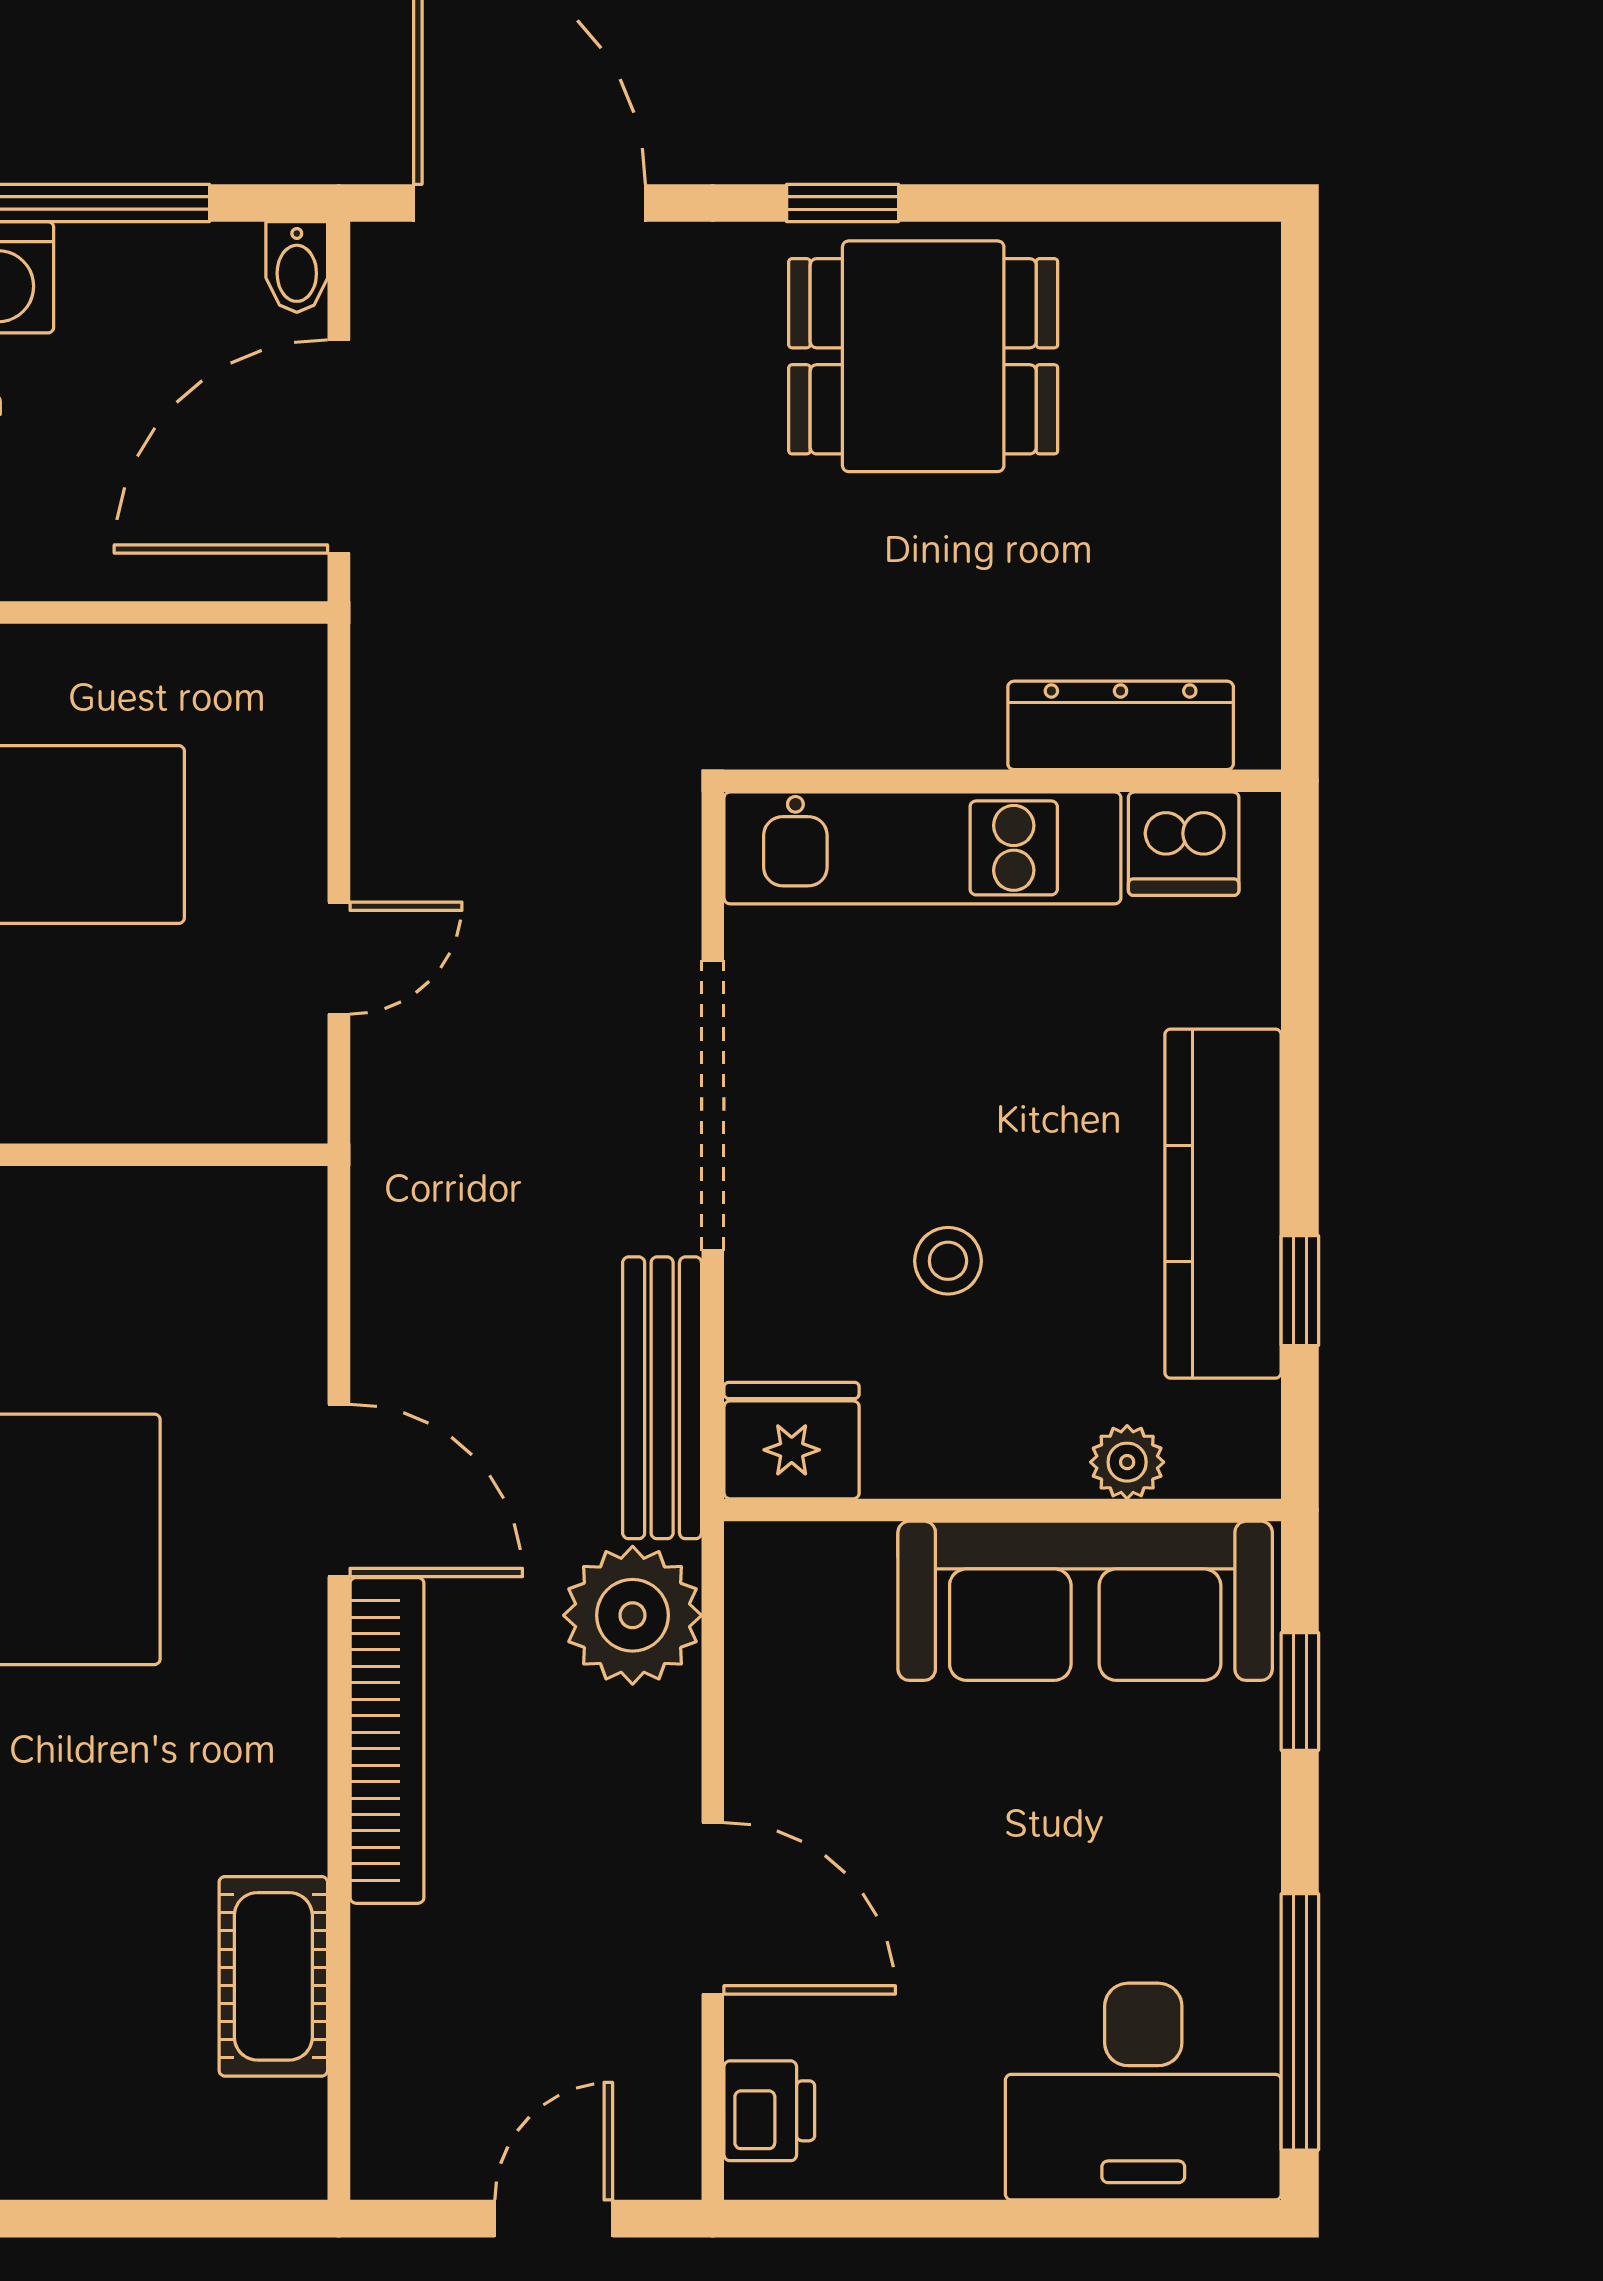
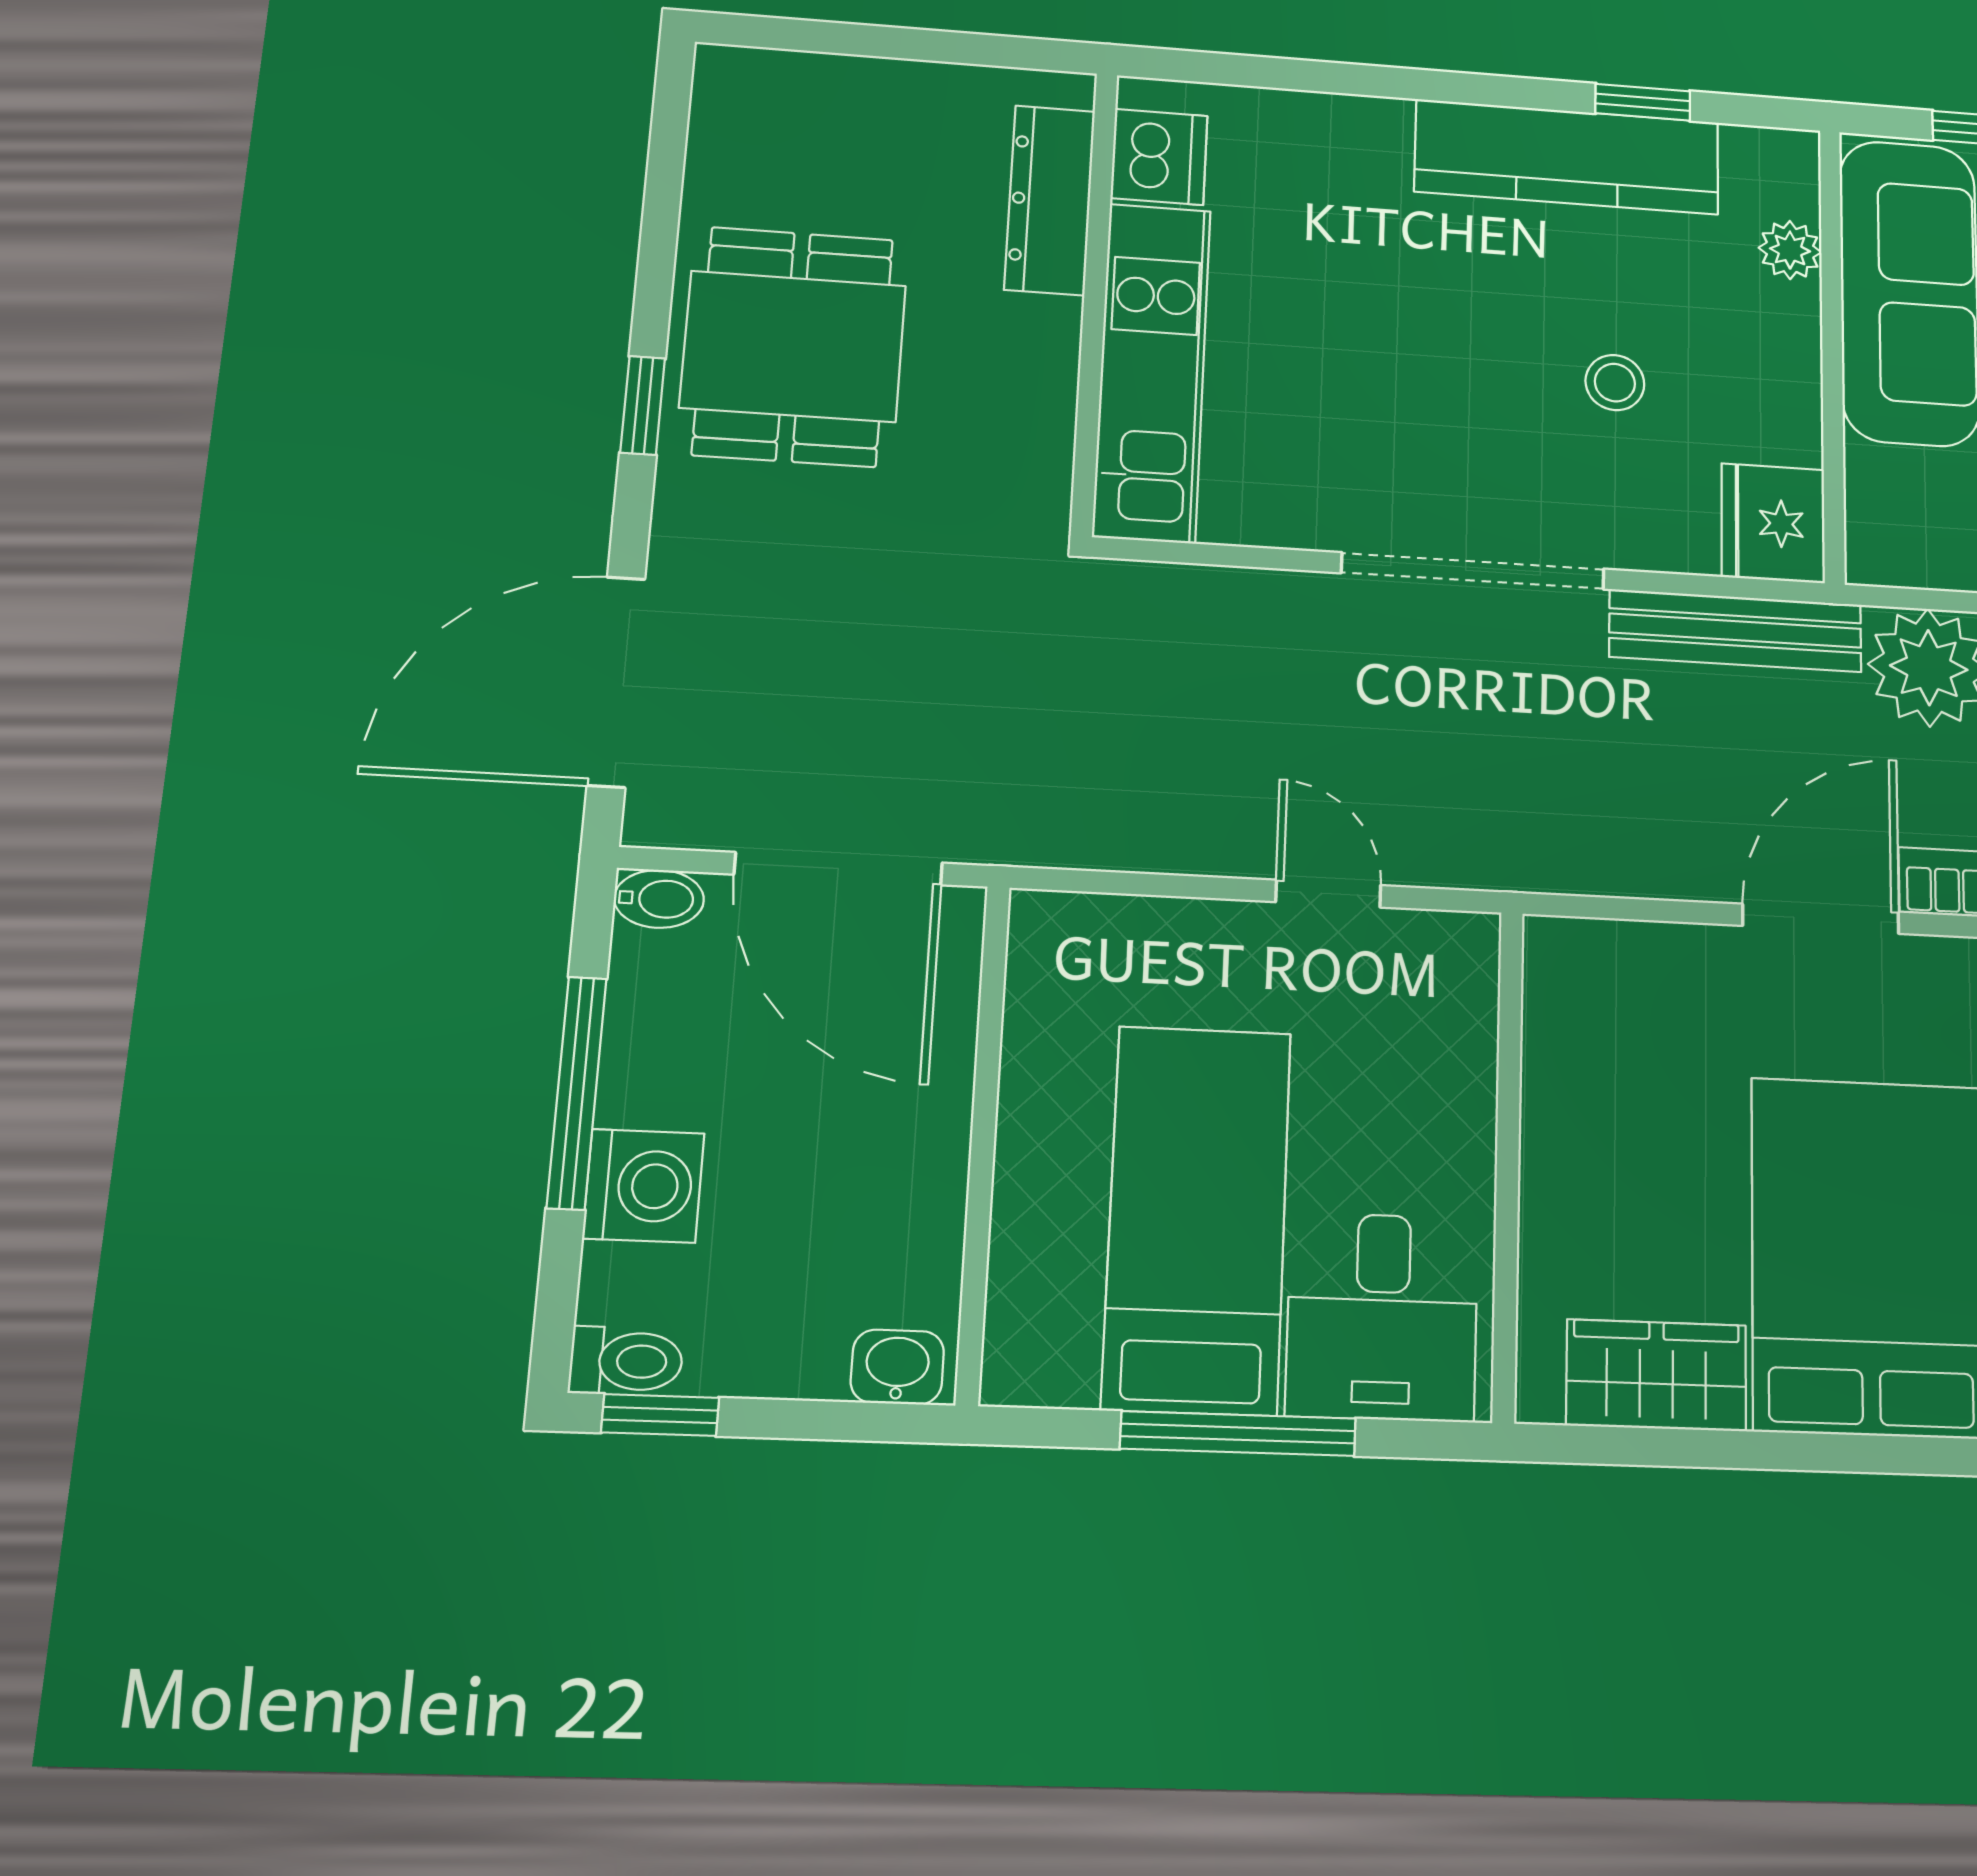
dresser: (1121, 725) -> (1050, 200), moved
wall: (1003, 781) -> (1094, 301), moved
dishwasher: (1184, 844) -> (1159, 157), moved
kitchen unit: (922, 848) -> (1152, 372), moved

